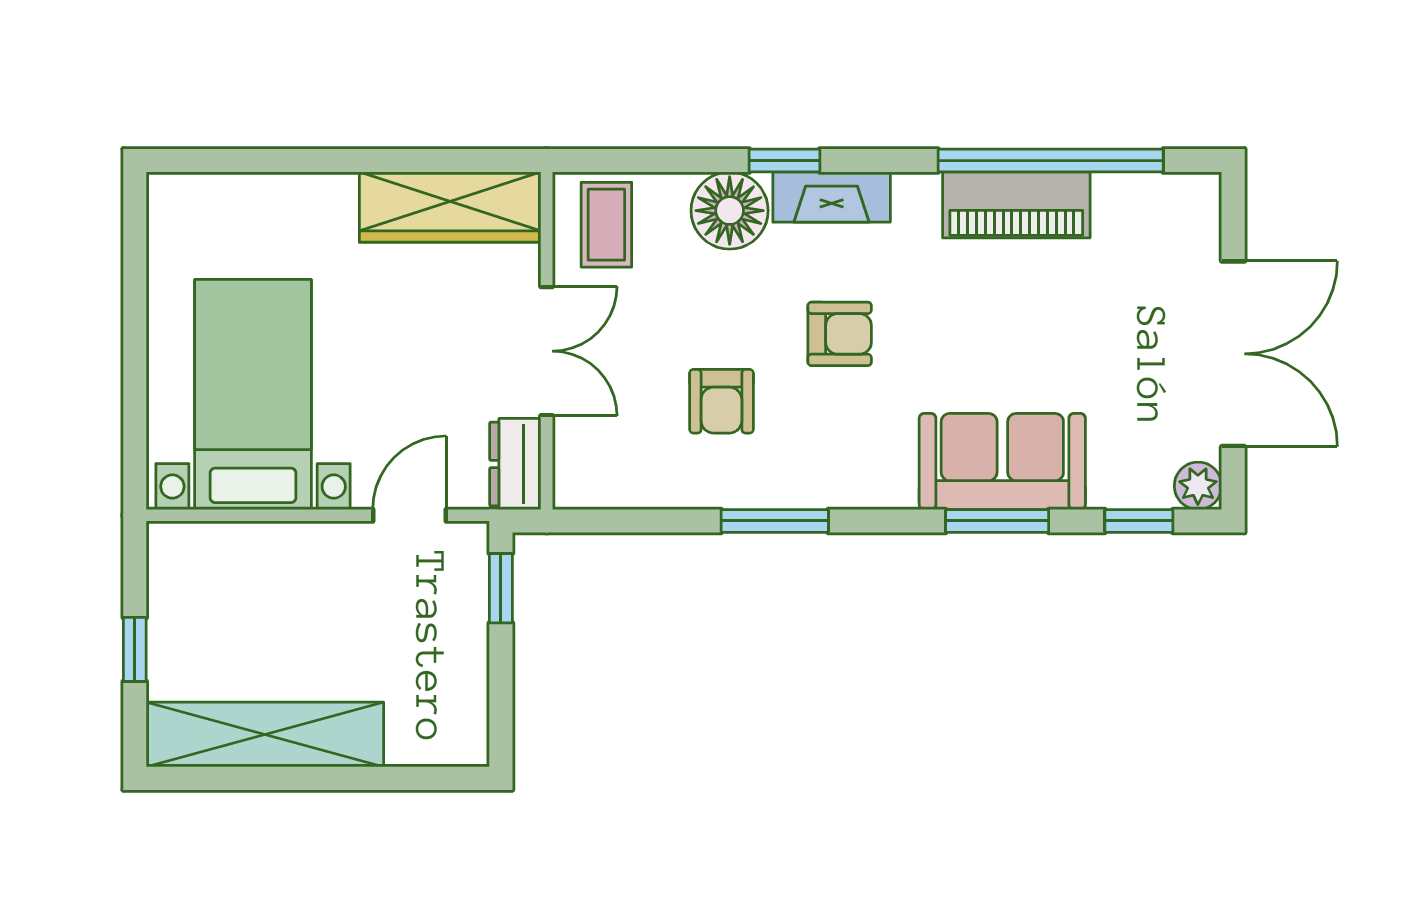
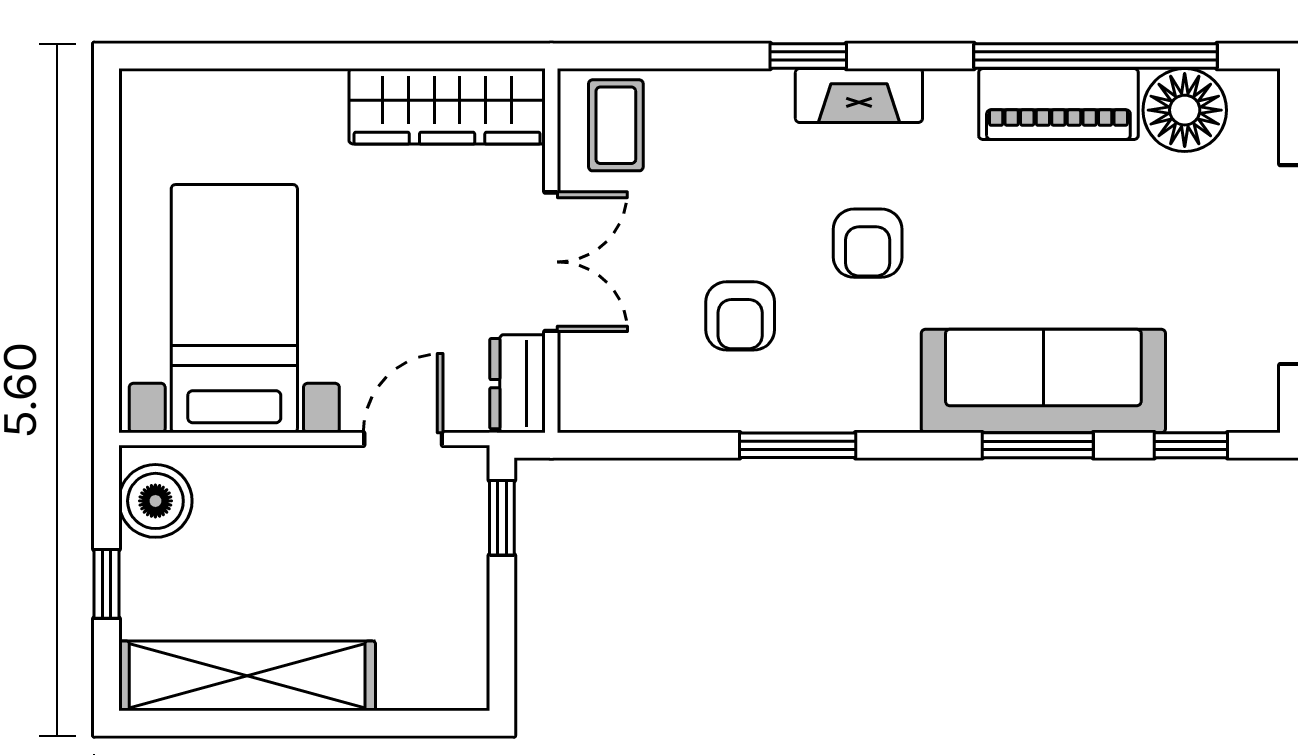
floor lamp: (730, 211) -> (1185, 110), moved
armchair: (840, 334) -> (868, 243), turned 90
sofa: (1002, 461) -> (1043, 381), width x1.36
plant: (1198, 486) -> (1255, 407), removed
boiler: (180, 573) -> (155, 501), added

